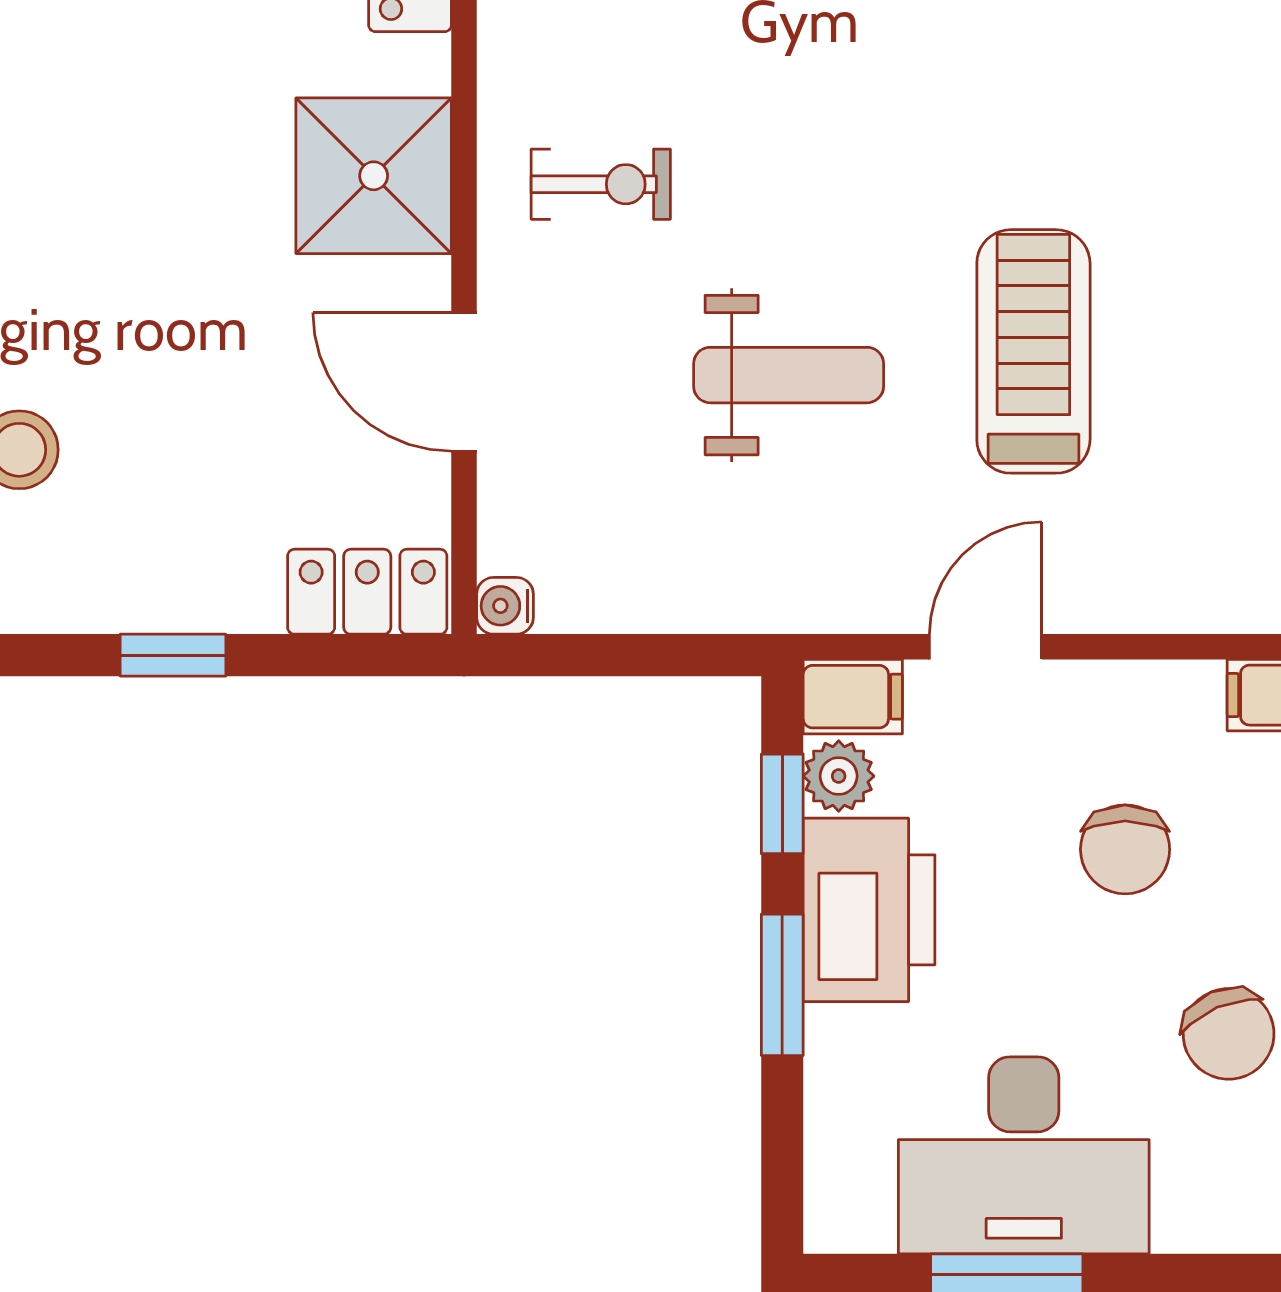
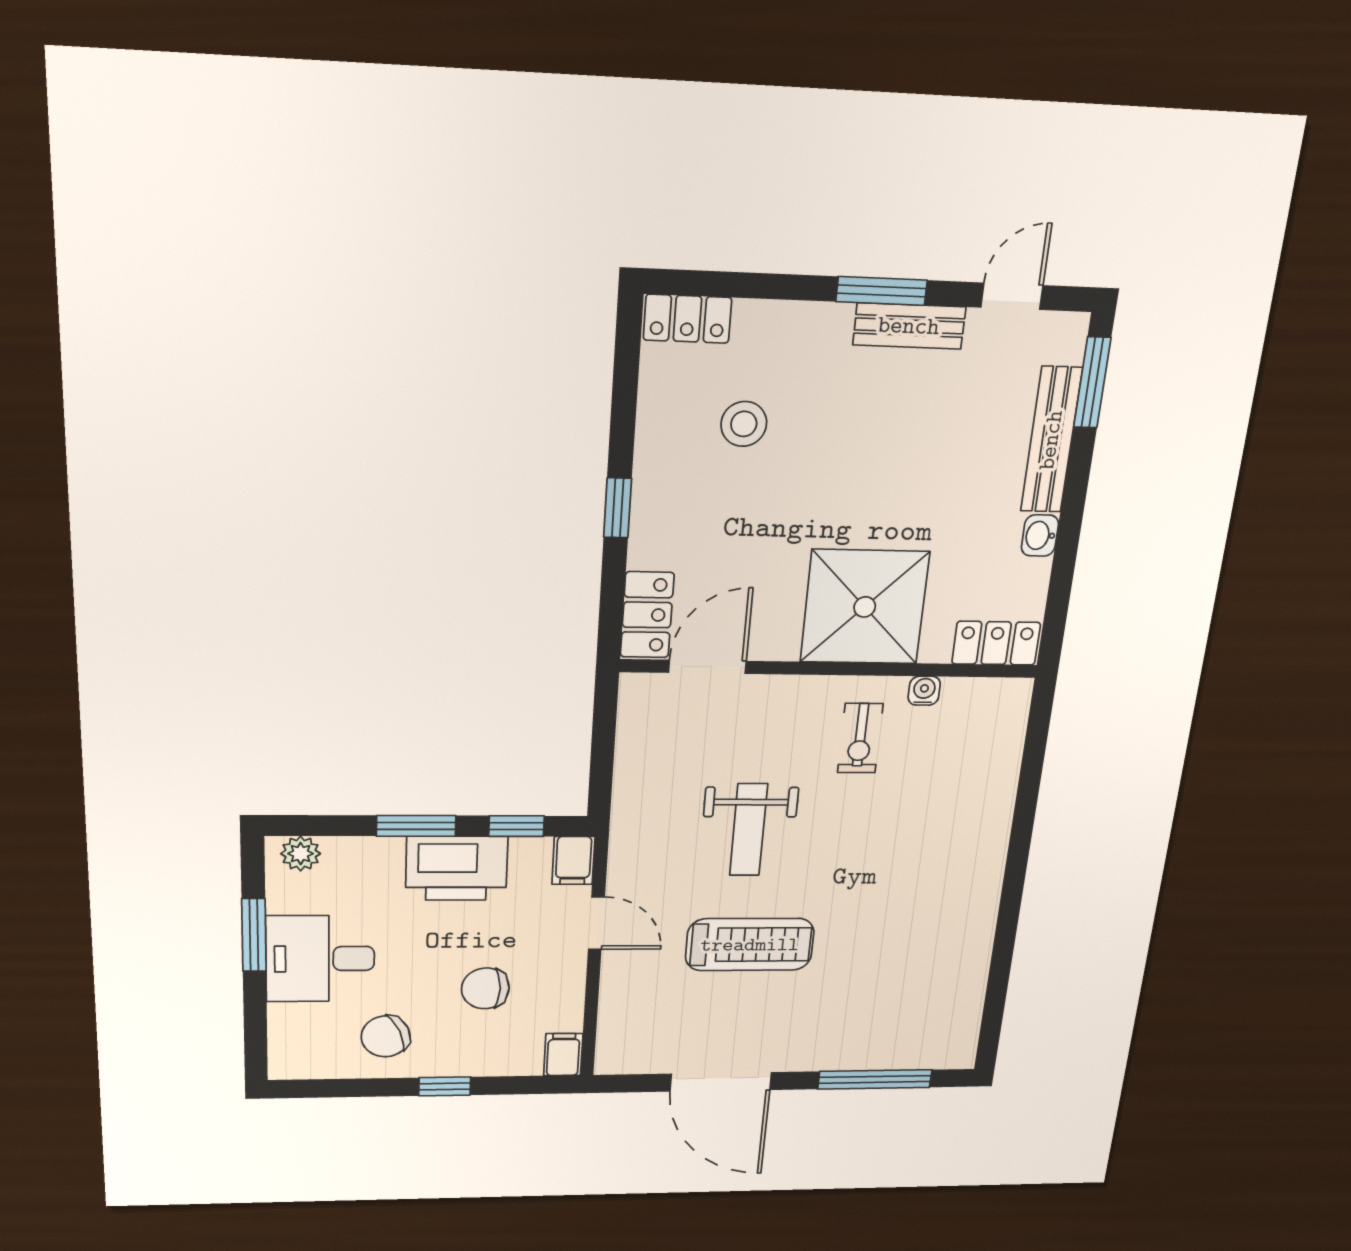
shower: (374, 176) -> (865, 607), width x1.37, depth x1.37
door: (464, 382) -> (707, 667), moved
water cooler: (505, 606) -> (924, 691), moved
plant: (839, 776) -> (301, 854), moved
desk: (1024, 1155) -> (320, 959), width x0.73

